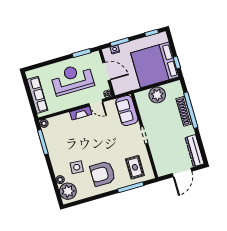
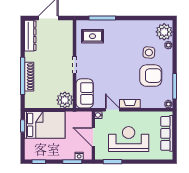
bed: (155, 65) -> (45, 125), width x0.73
reception desk: (72, 79) -> (129, 139), turned 180
plant: (157, 95) -> (65, 100), moved
rug: (135, 167) -> (93, 36), turned 90
armchair: (103, 174) -> (151, 76), moved

